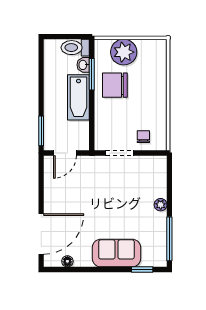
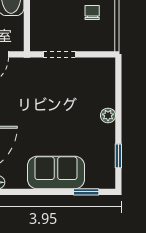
chair: (143, 137) -> (92, 13), moved
window: (169, 239) -> (118, 156), width x0.46

